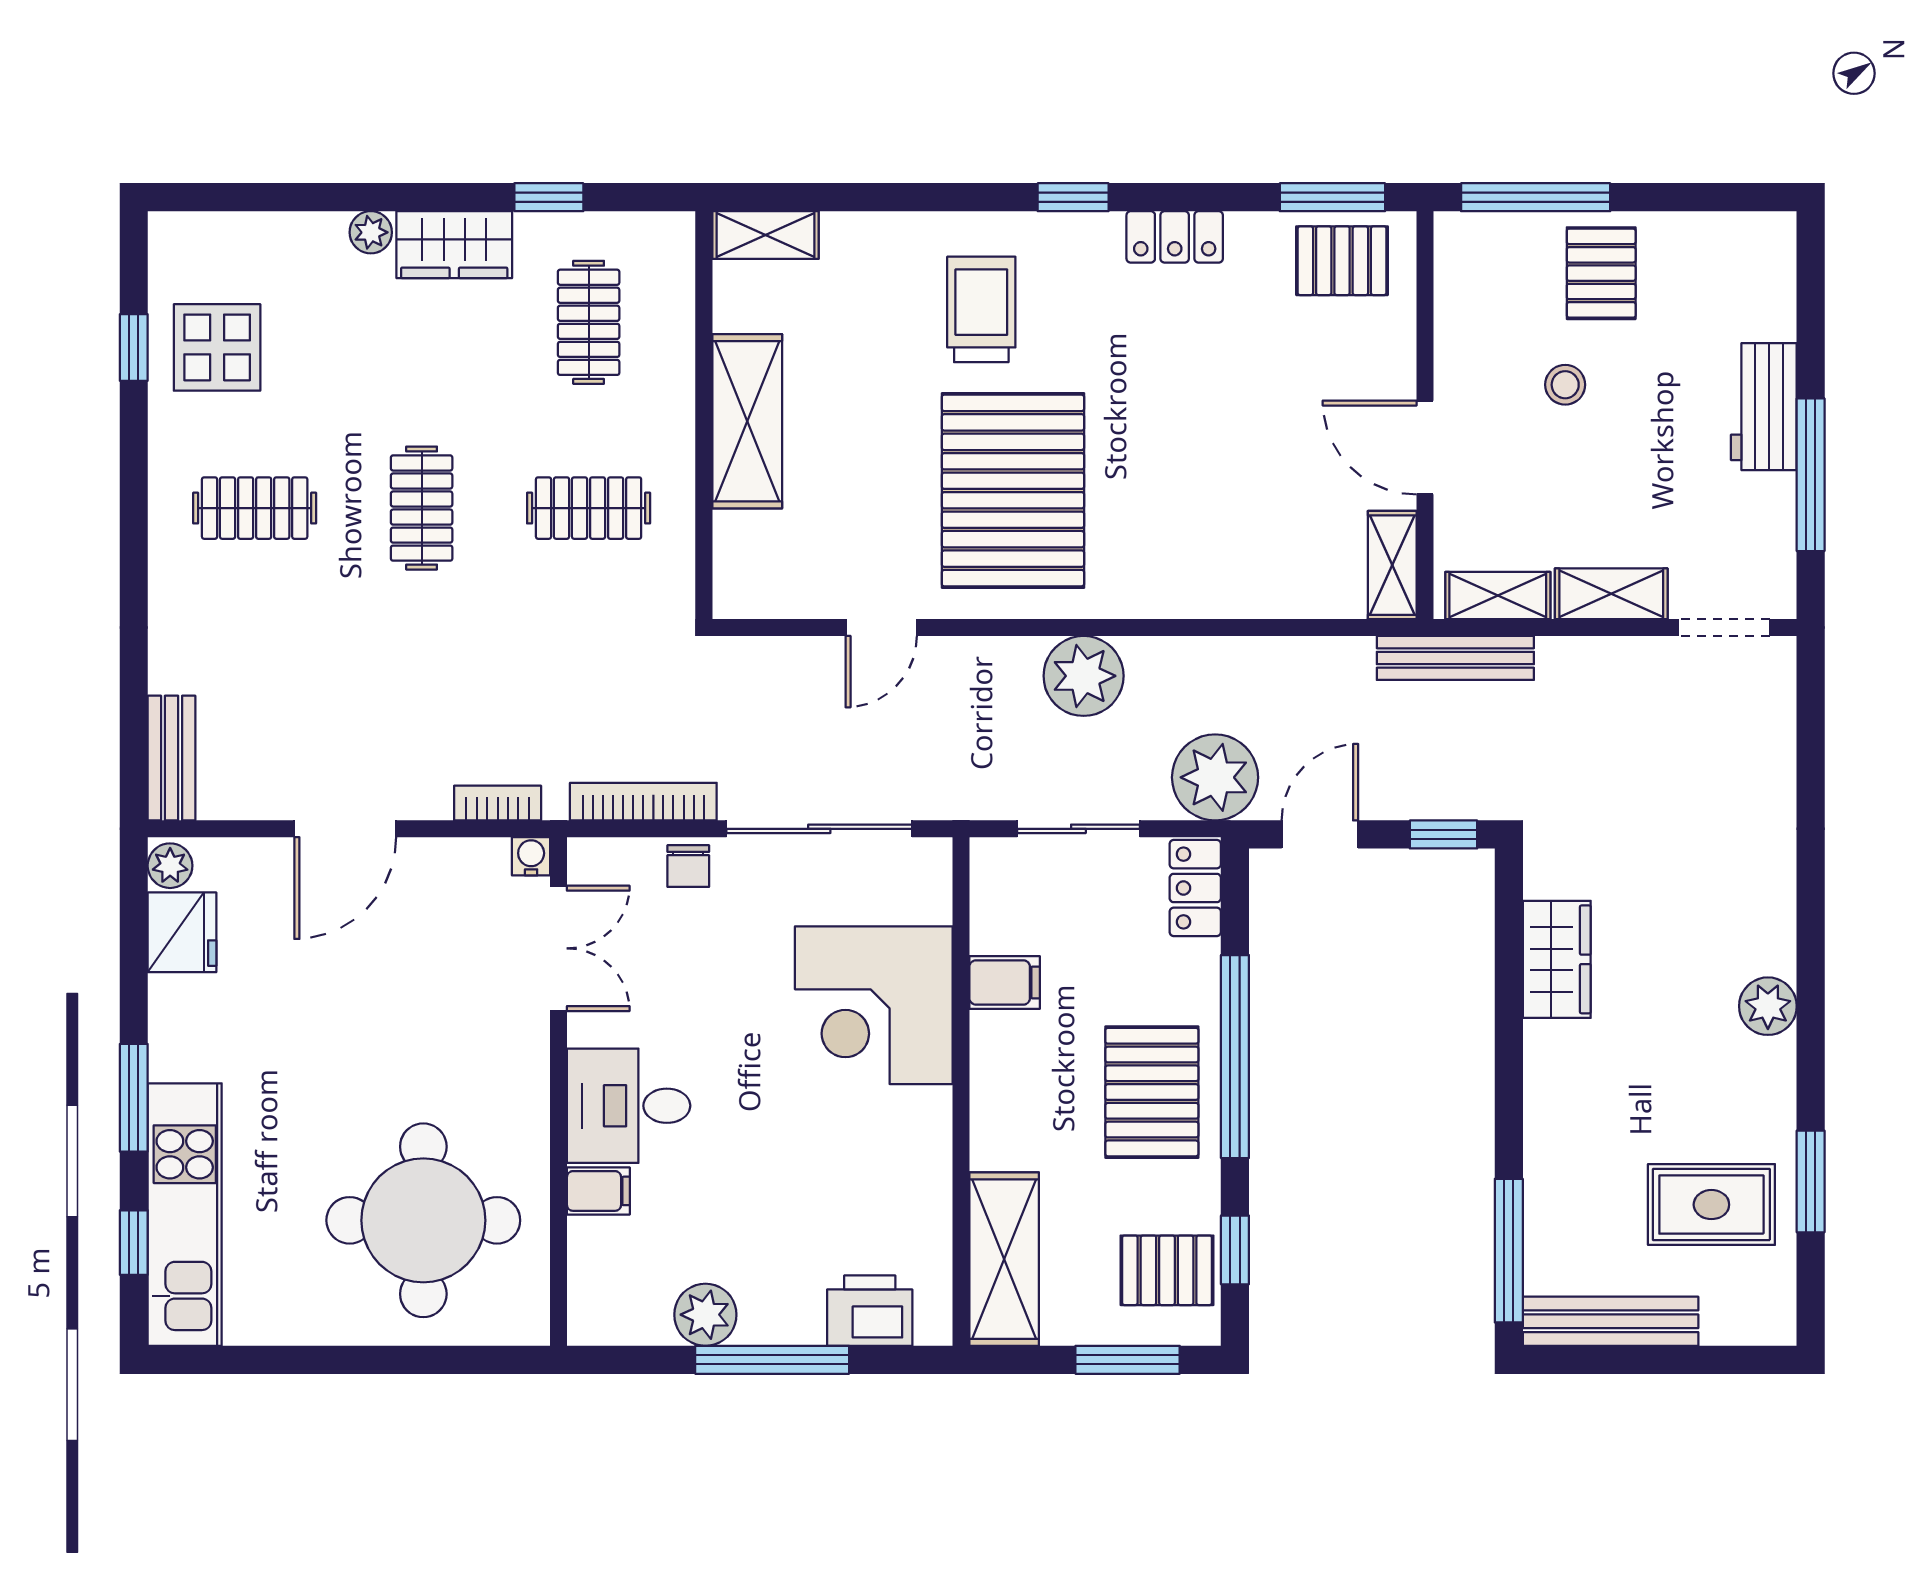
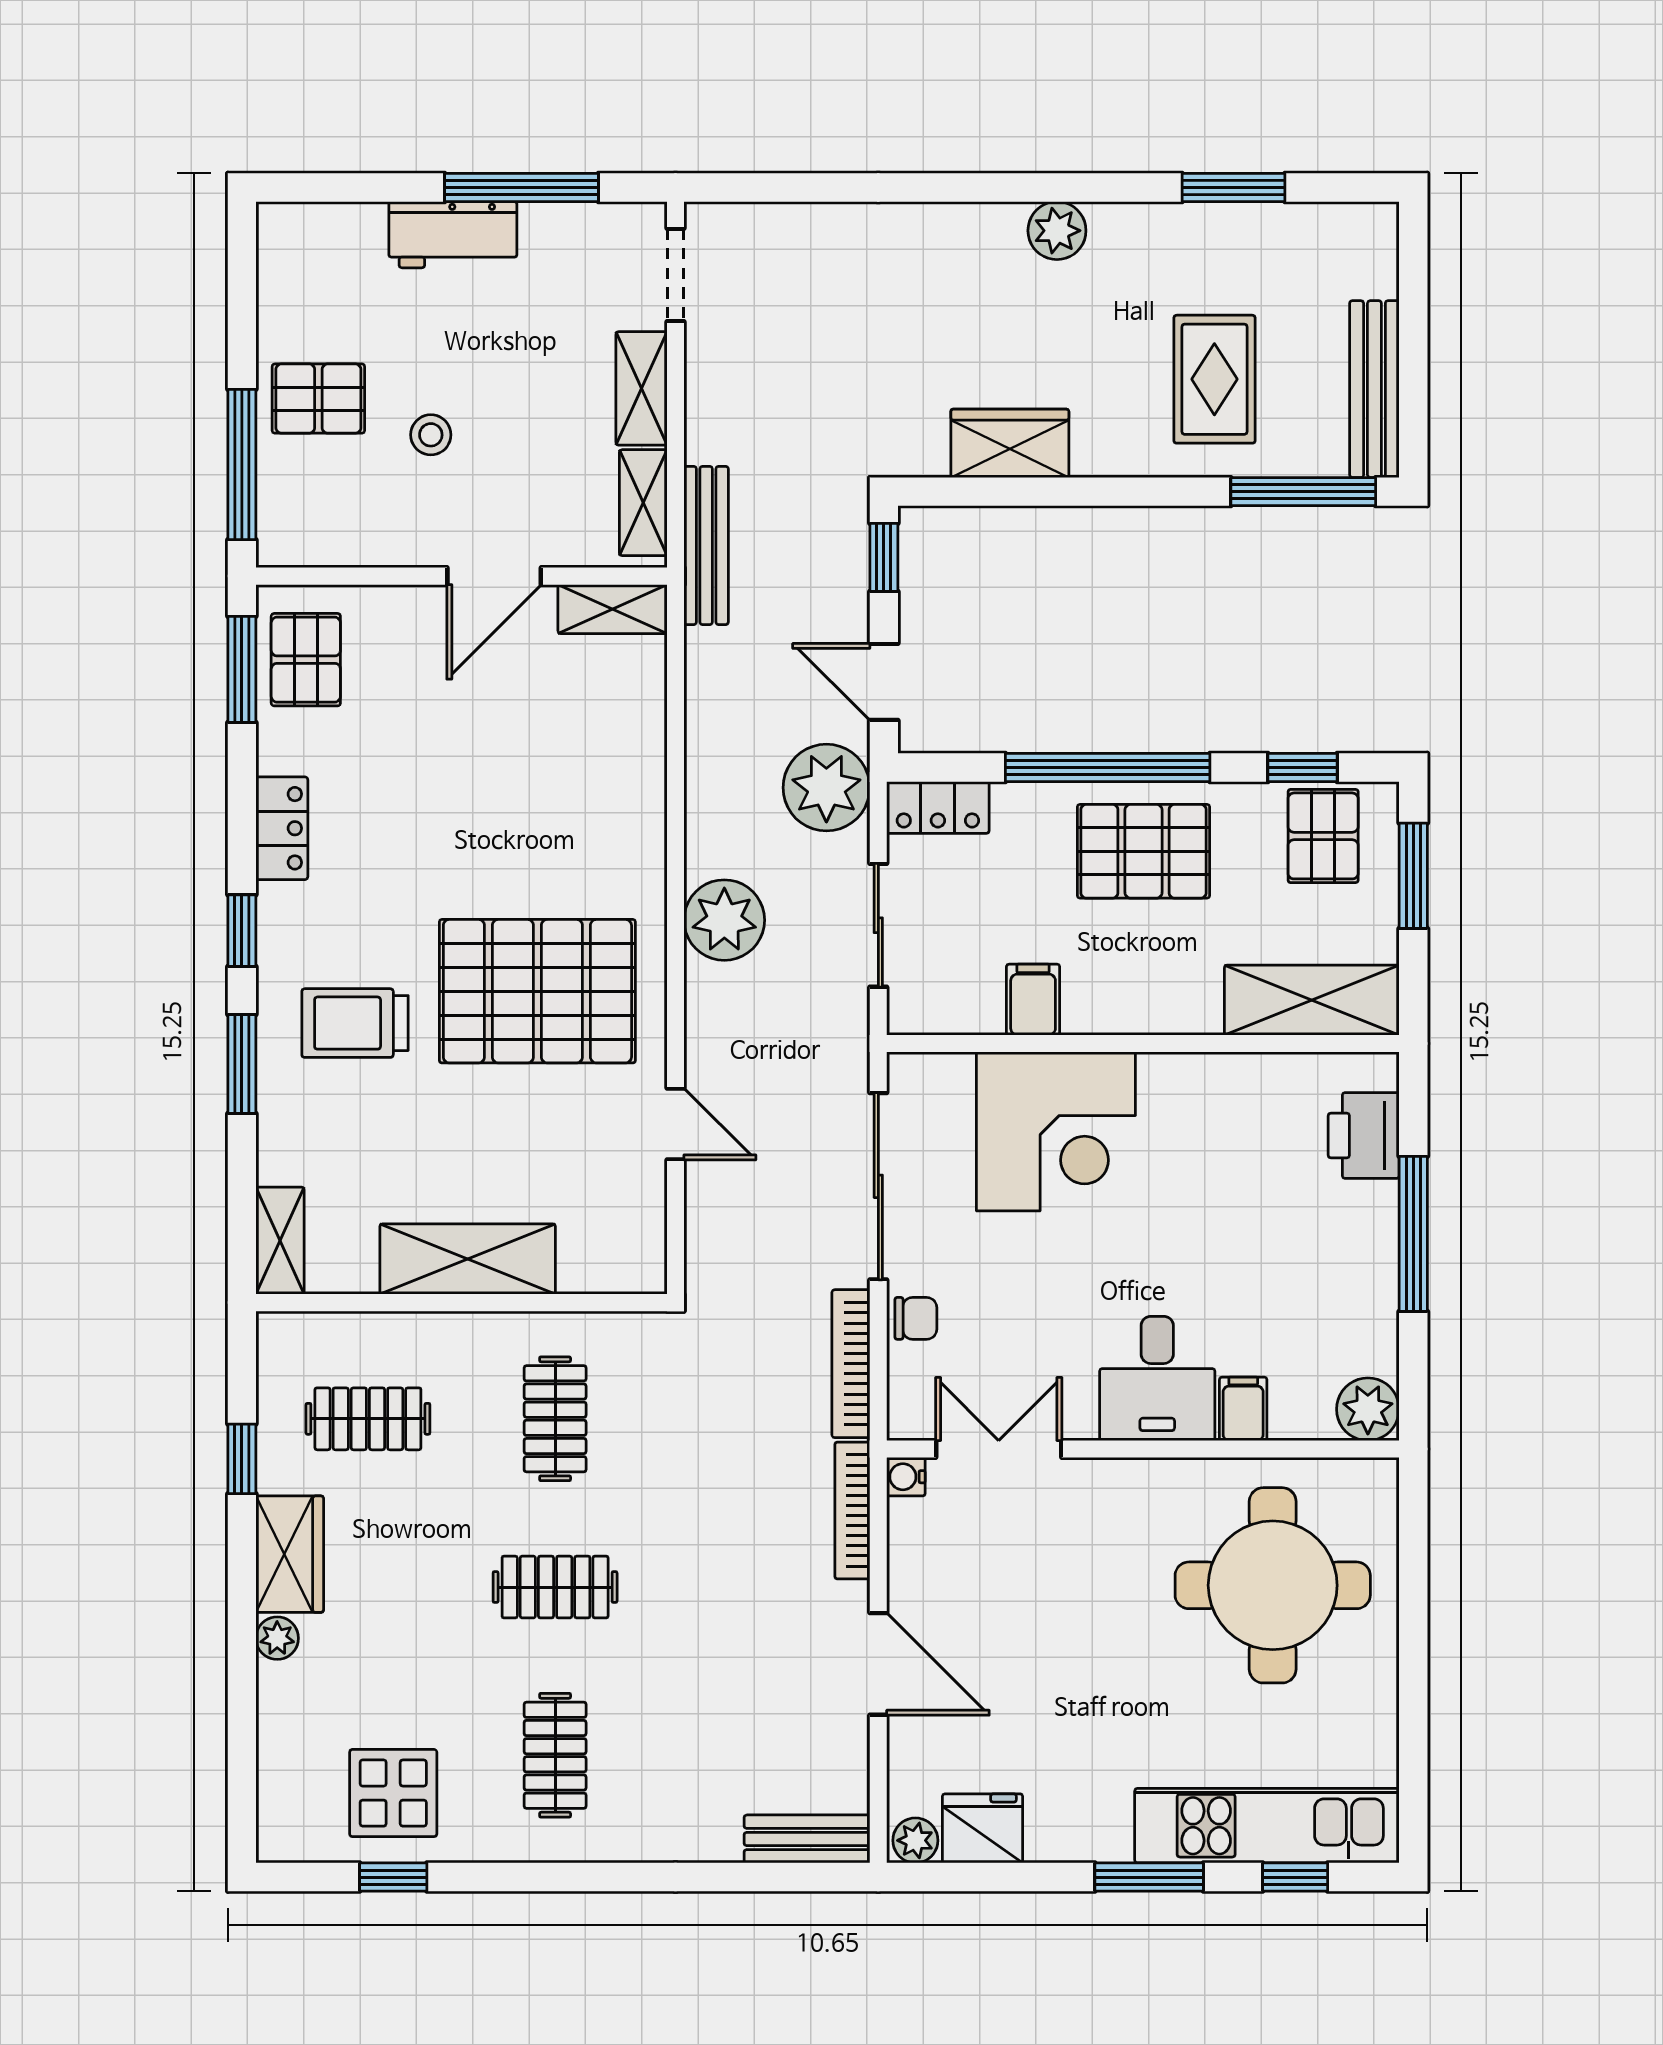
window: (941, 197) -> (242, 1064), added
bookcase: (498, 803) -> (852, 1511), width x1.56
rug: (1711, 1205) -> (1214, 379), moved
plant: (705, 1315) -> (1368, 1409), moved

